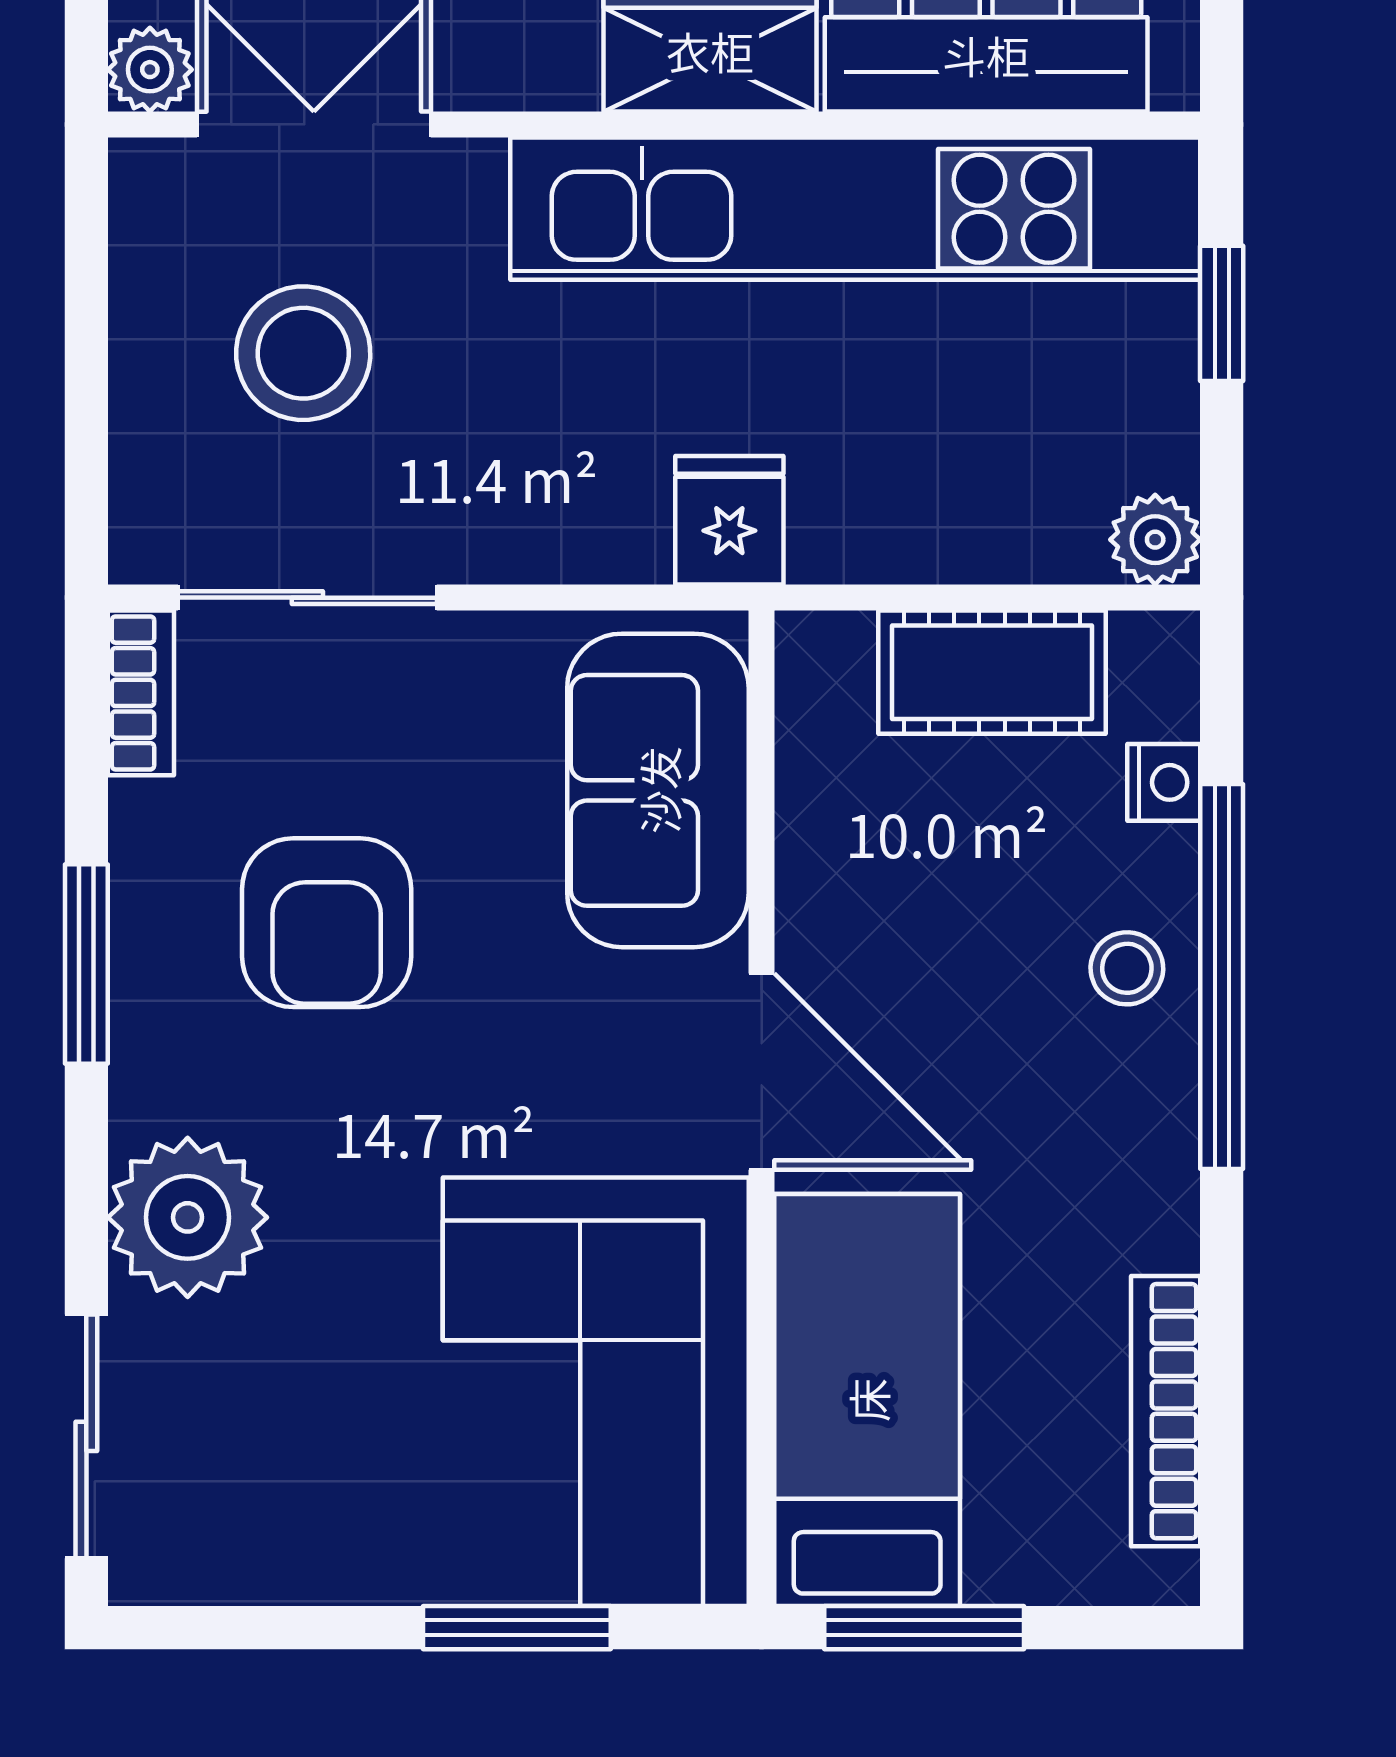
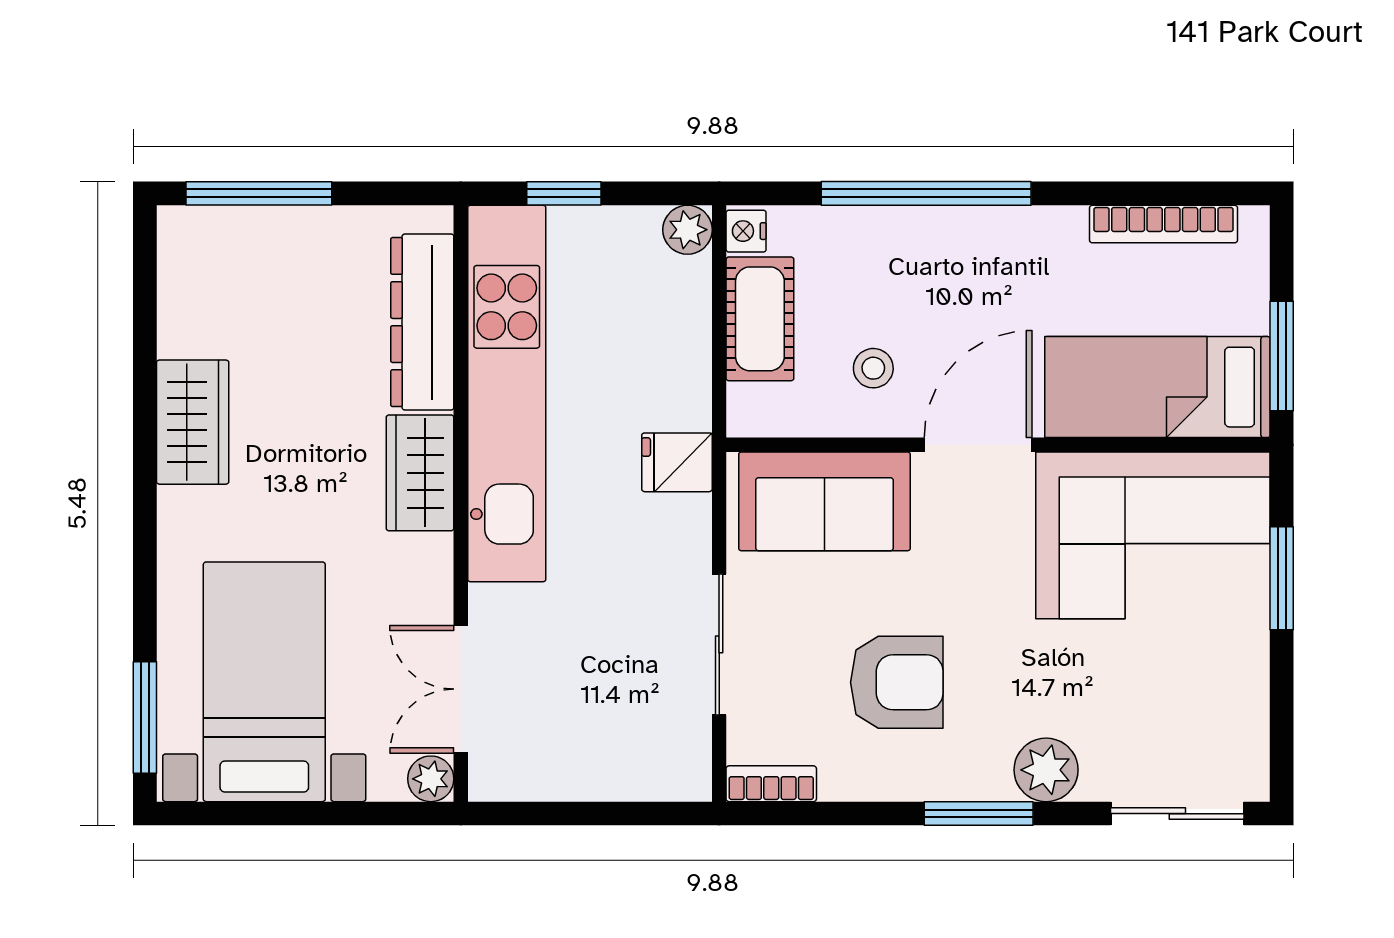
stool: (303, 353) -> (586, 695), removed
sliding door: (307, 598) -> (719, 644), moved
nightstand: (1164, 782) -> (746, 231), moved, turned -90
window: (86, 964) -> (979, 814), moved
stool: (1127, 968) -> (873, 368), moved
plant: (188, 1217) -> (1046, 770), width x0.73, depth x0.73

